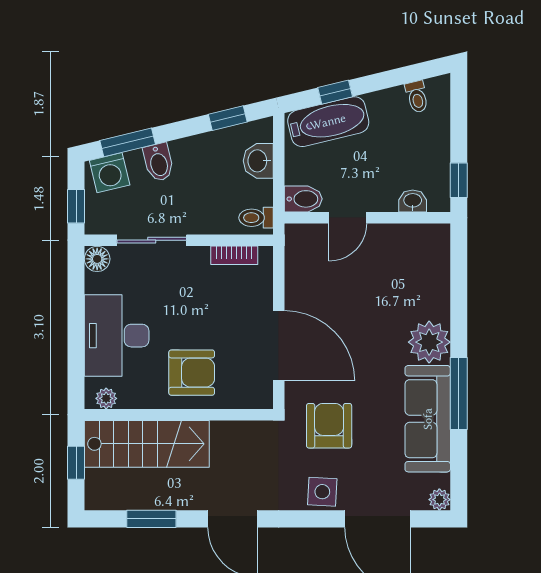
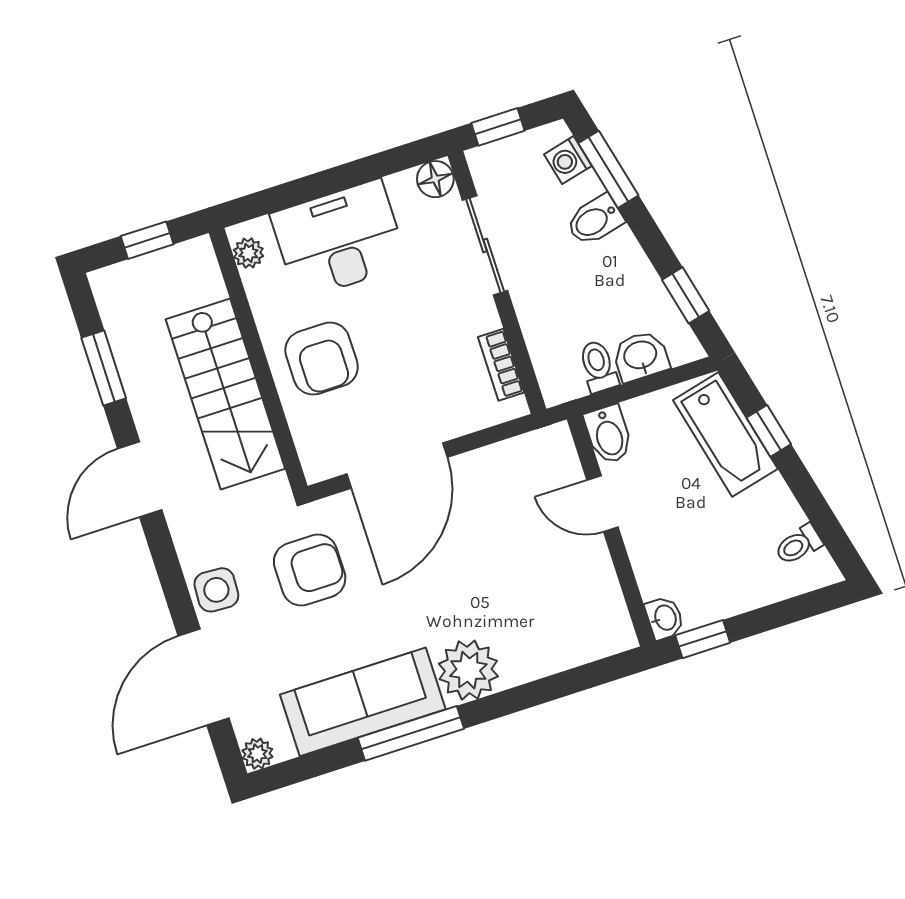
washing machine: (110, 173) -> (568, 160), width x0.73, depth x0.73
washbasin: (413, 201) -> (665, 618), moved
toilet: (256, 218) -> (598, 366), moved
stairs: (147, 444) -> (225, 394), moved

